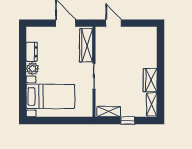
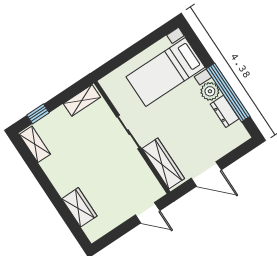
window: (23, 61) -> (228, 93), added
wardrobe: (150, 80) -> (79, 207), moved
window: (128, 121) -> (38, 114), moved

